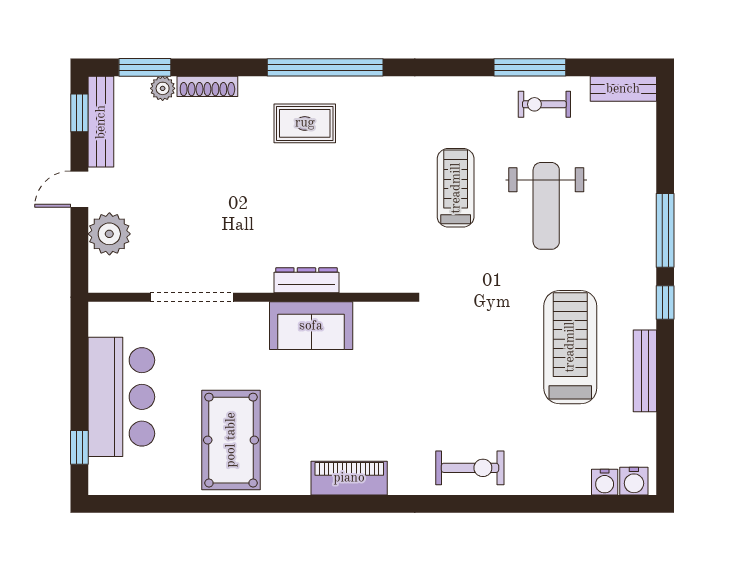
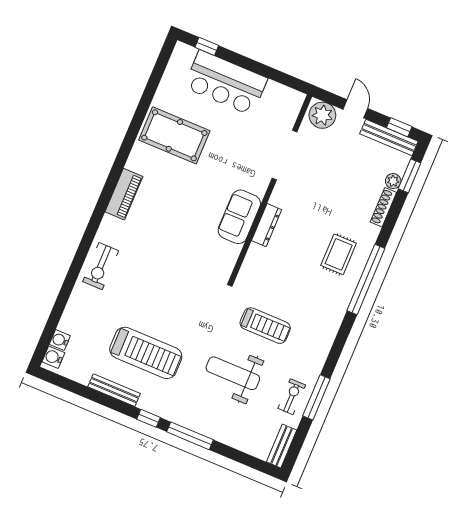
dresser: (306, 280) -> (267, 225), moved
doorway: (192, 297) -> (285, 155), moved
wall: (249, 297) -> (271, 188), moved
sofa: (311, 326) -> (239, 217), moved

